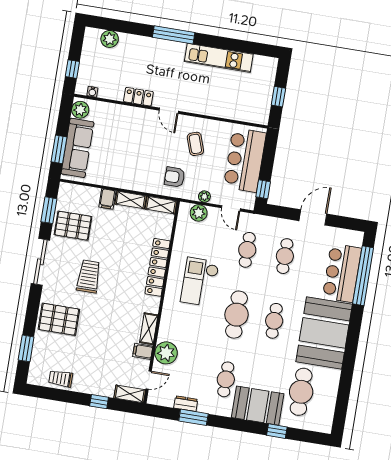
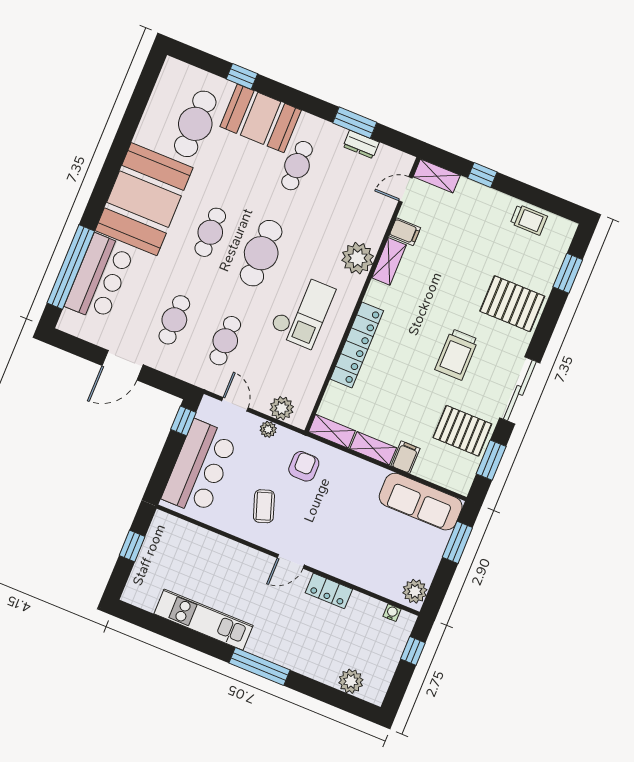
door: (169, 111) -> (291, 561), swing flipped
sofa: (77, 148) -> (421, 502), moved, turned -90
armchair: (175, 177) -> (304, 466), turned -90
plant: (166, 353) -> (358, 258), moved

